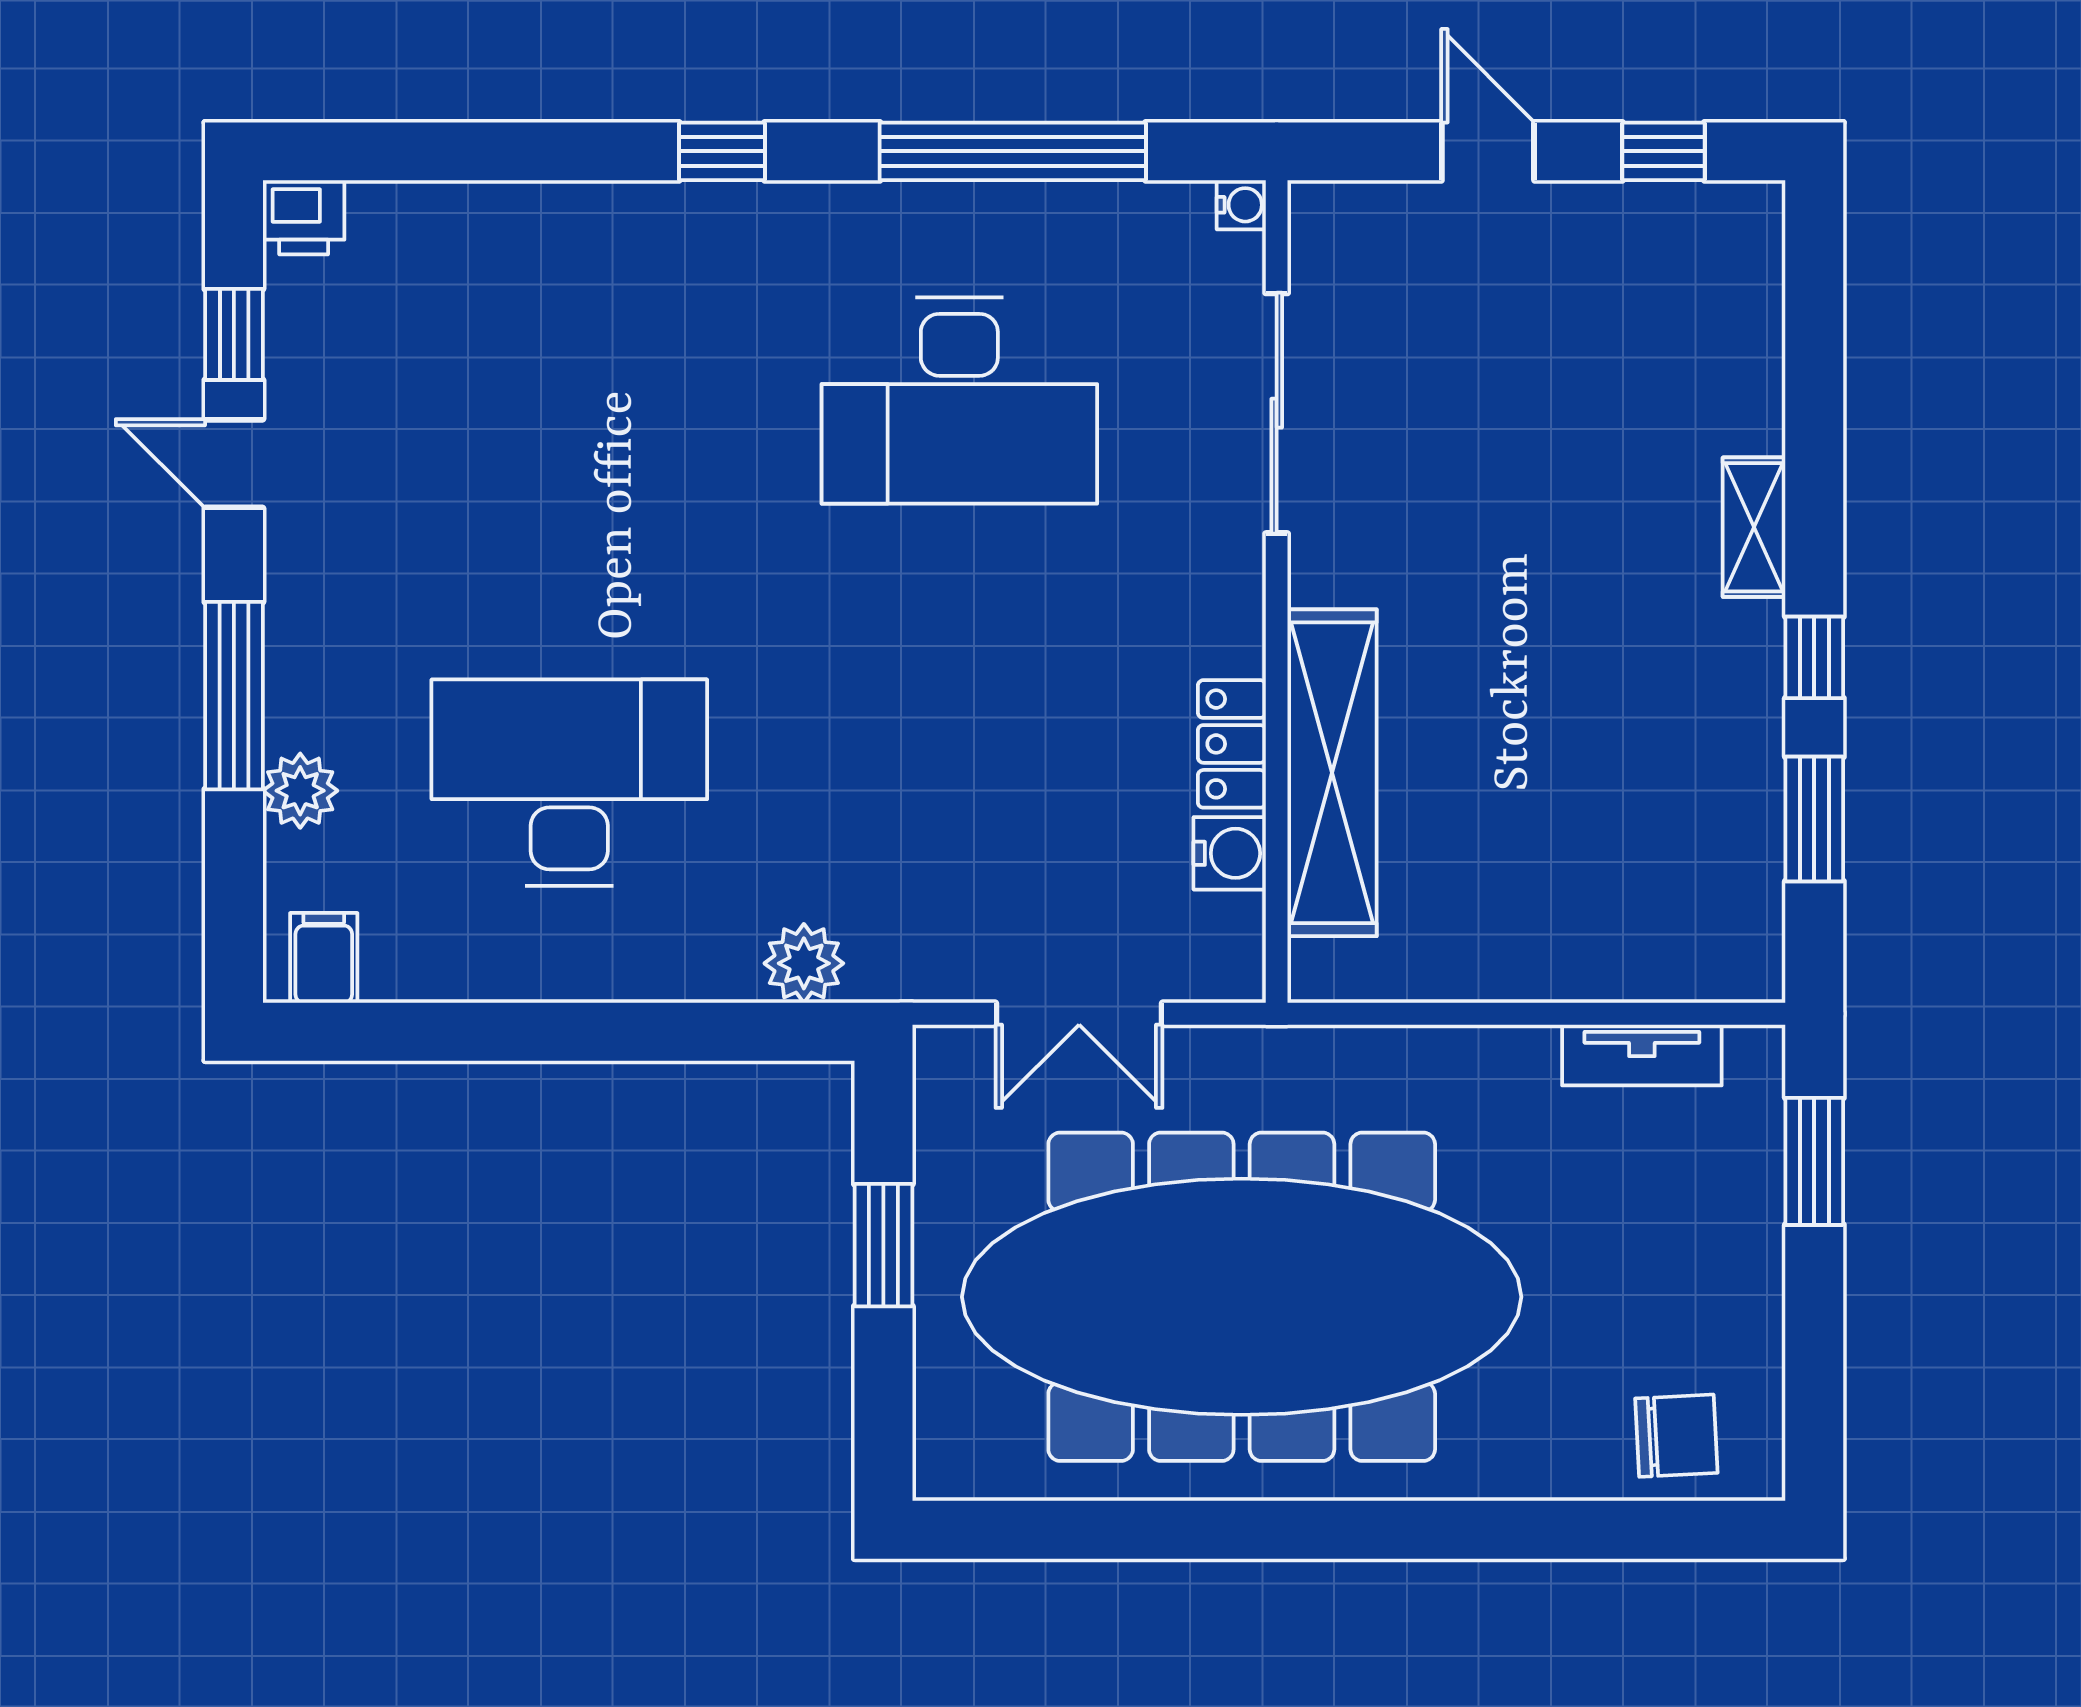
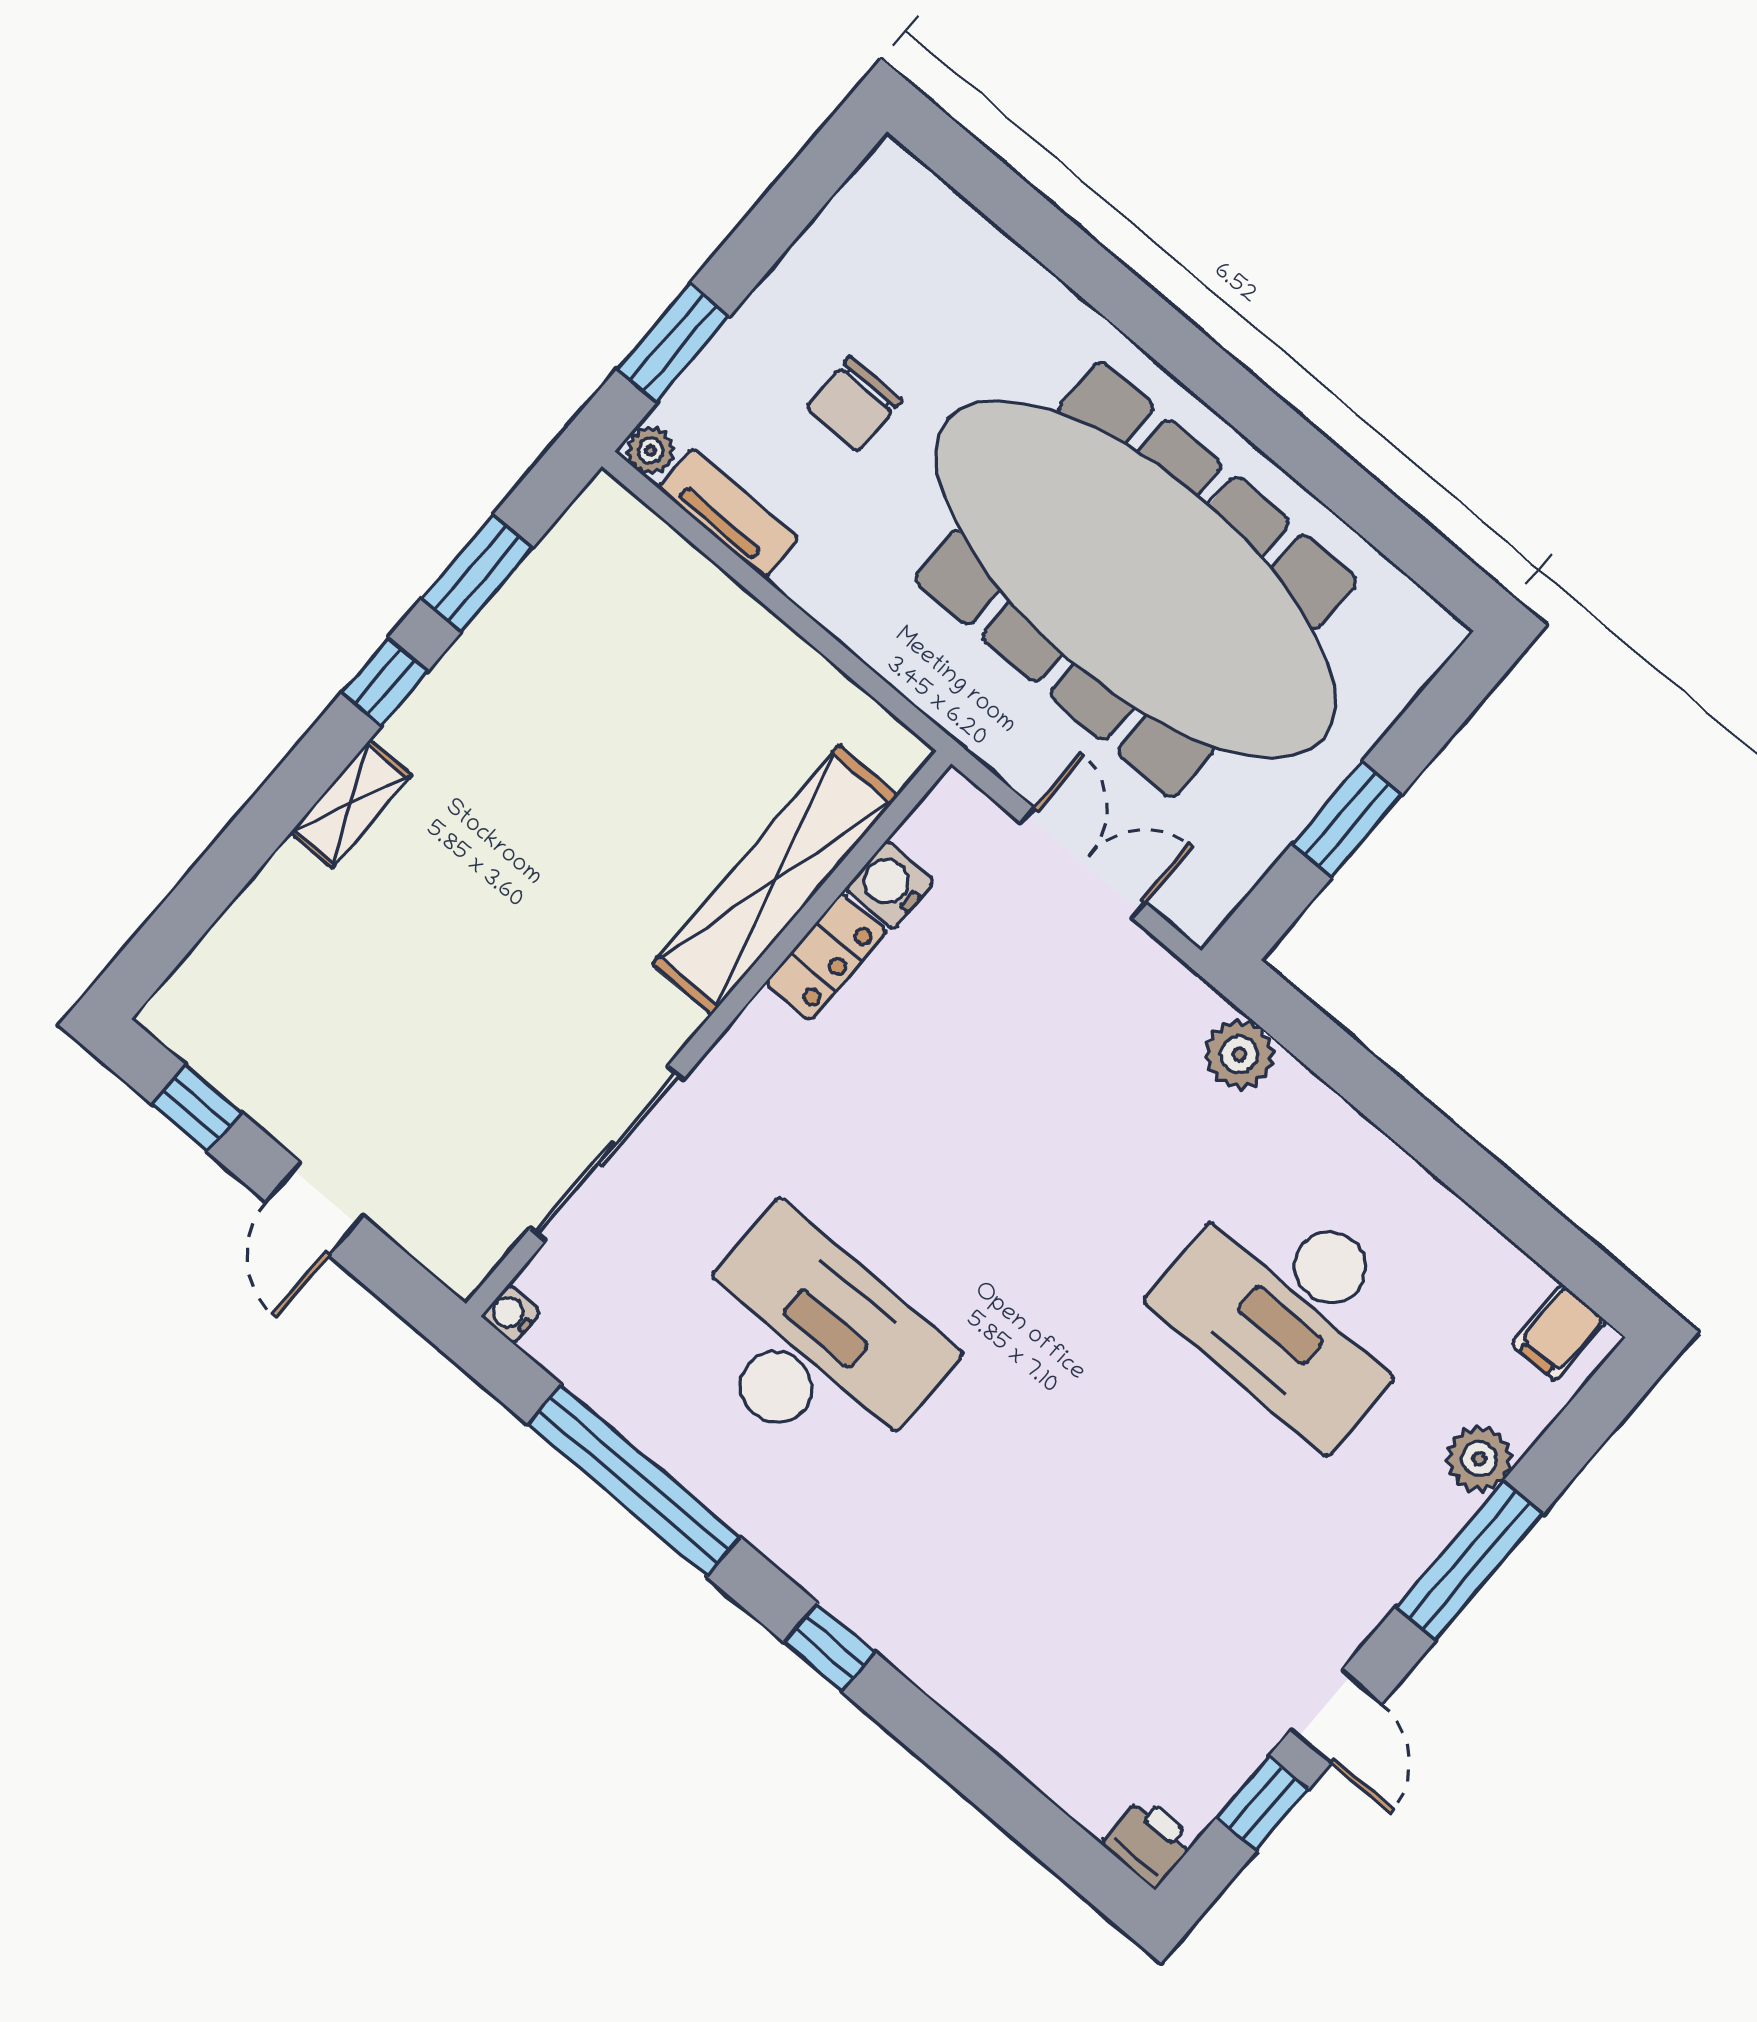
plant: (1755, 1052) -> (651, 451), added
chair: (1676, 1436) -> (854, 404), moved, turned -87

